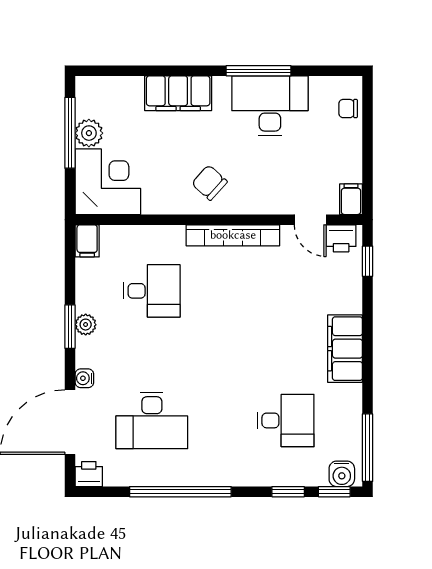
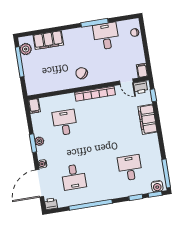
filing cabinet: (178, 93) -> (48, 40), moved
desk: (270, 106) -> (106, 36), width x0.73
plant: (89, 133) -> (26, 49), moved
corner desk: (108, 182) -> (39, 80), removed
desk: (152, 291) -> (65, 123), turned -90
filing cabinet: (345, 349) -> (148, 119), moved
desk: (152, 420) -> (74, 177), width x0.73
desk: (286, 420) -> (130, 168), turned -90

